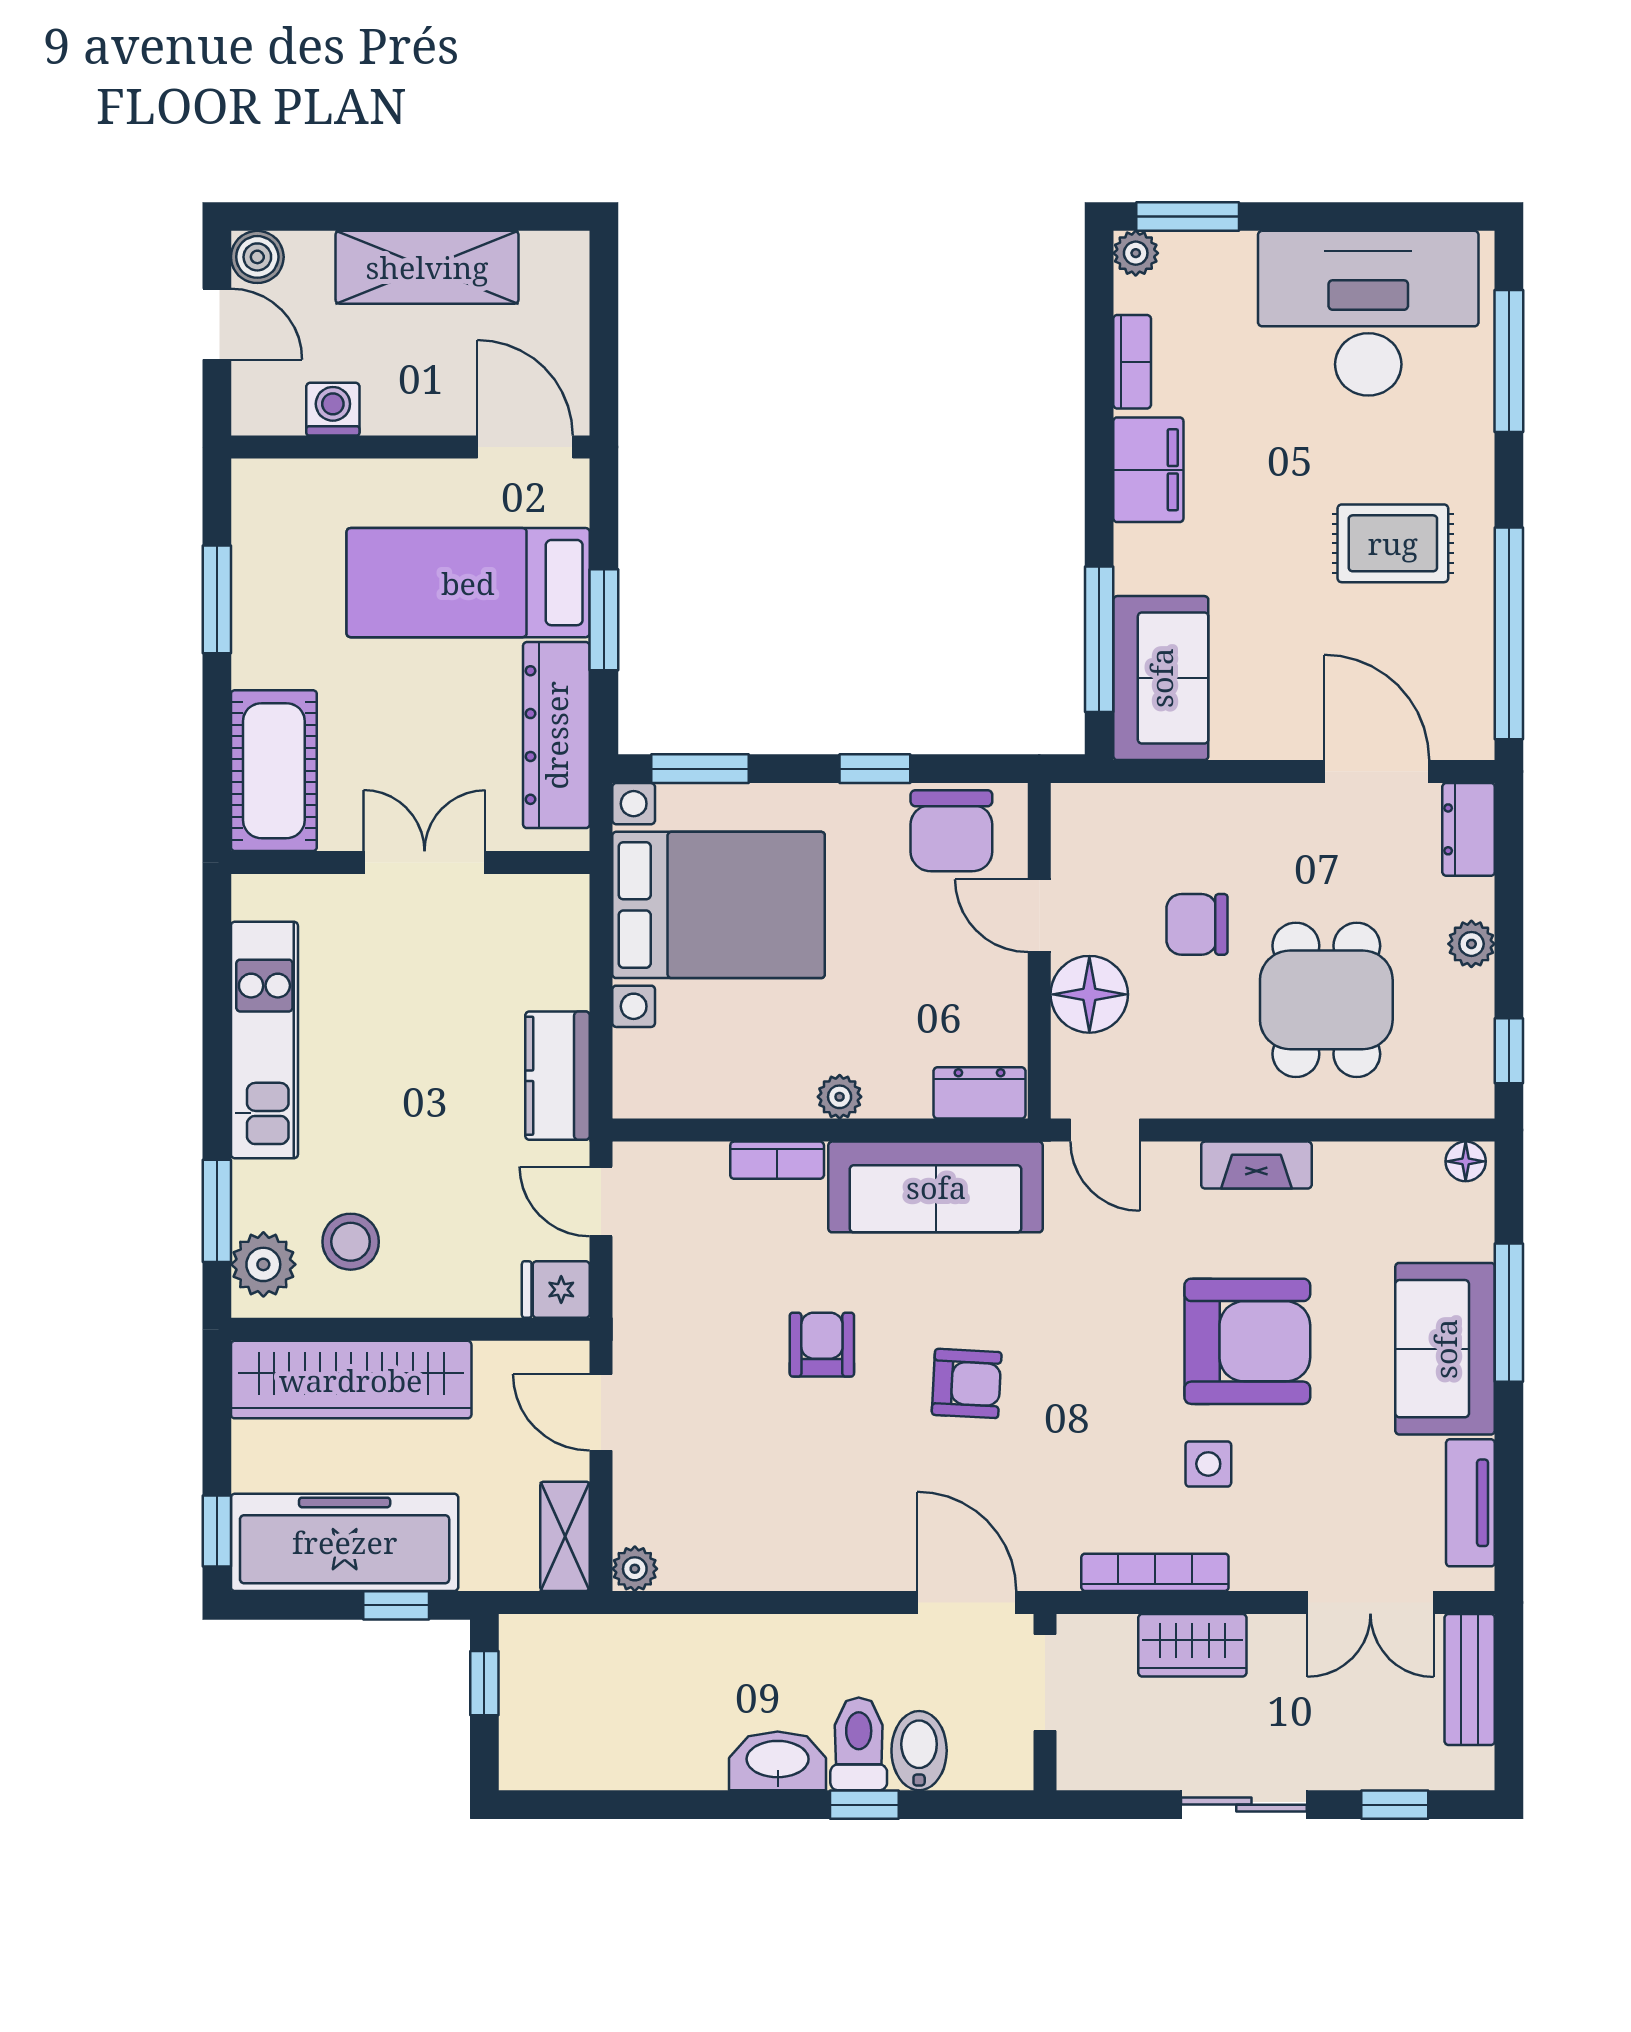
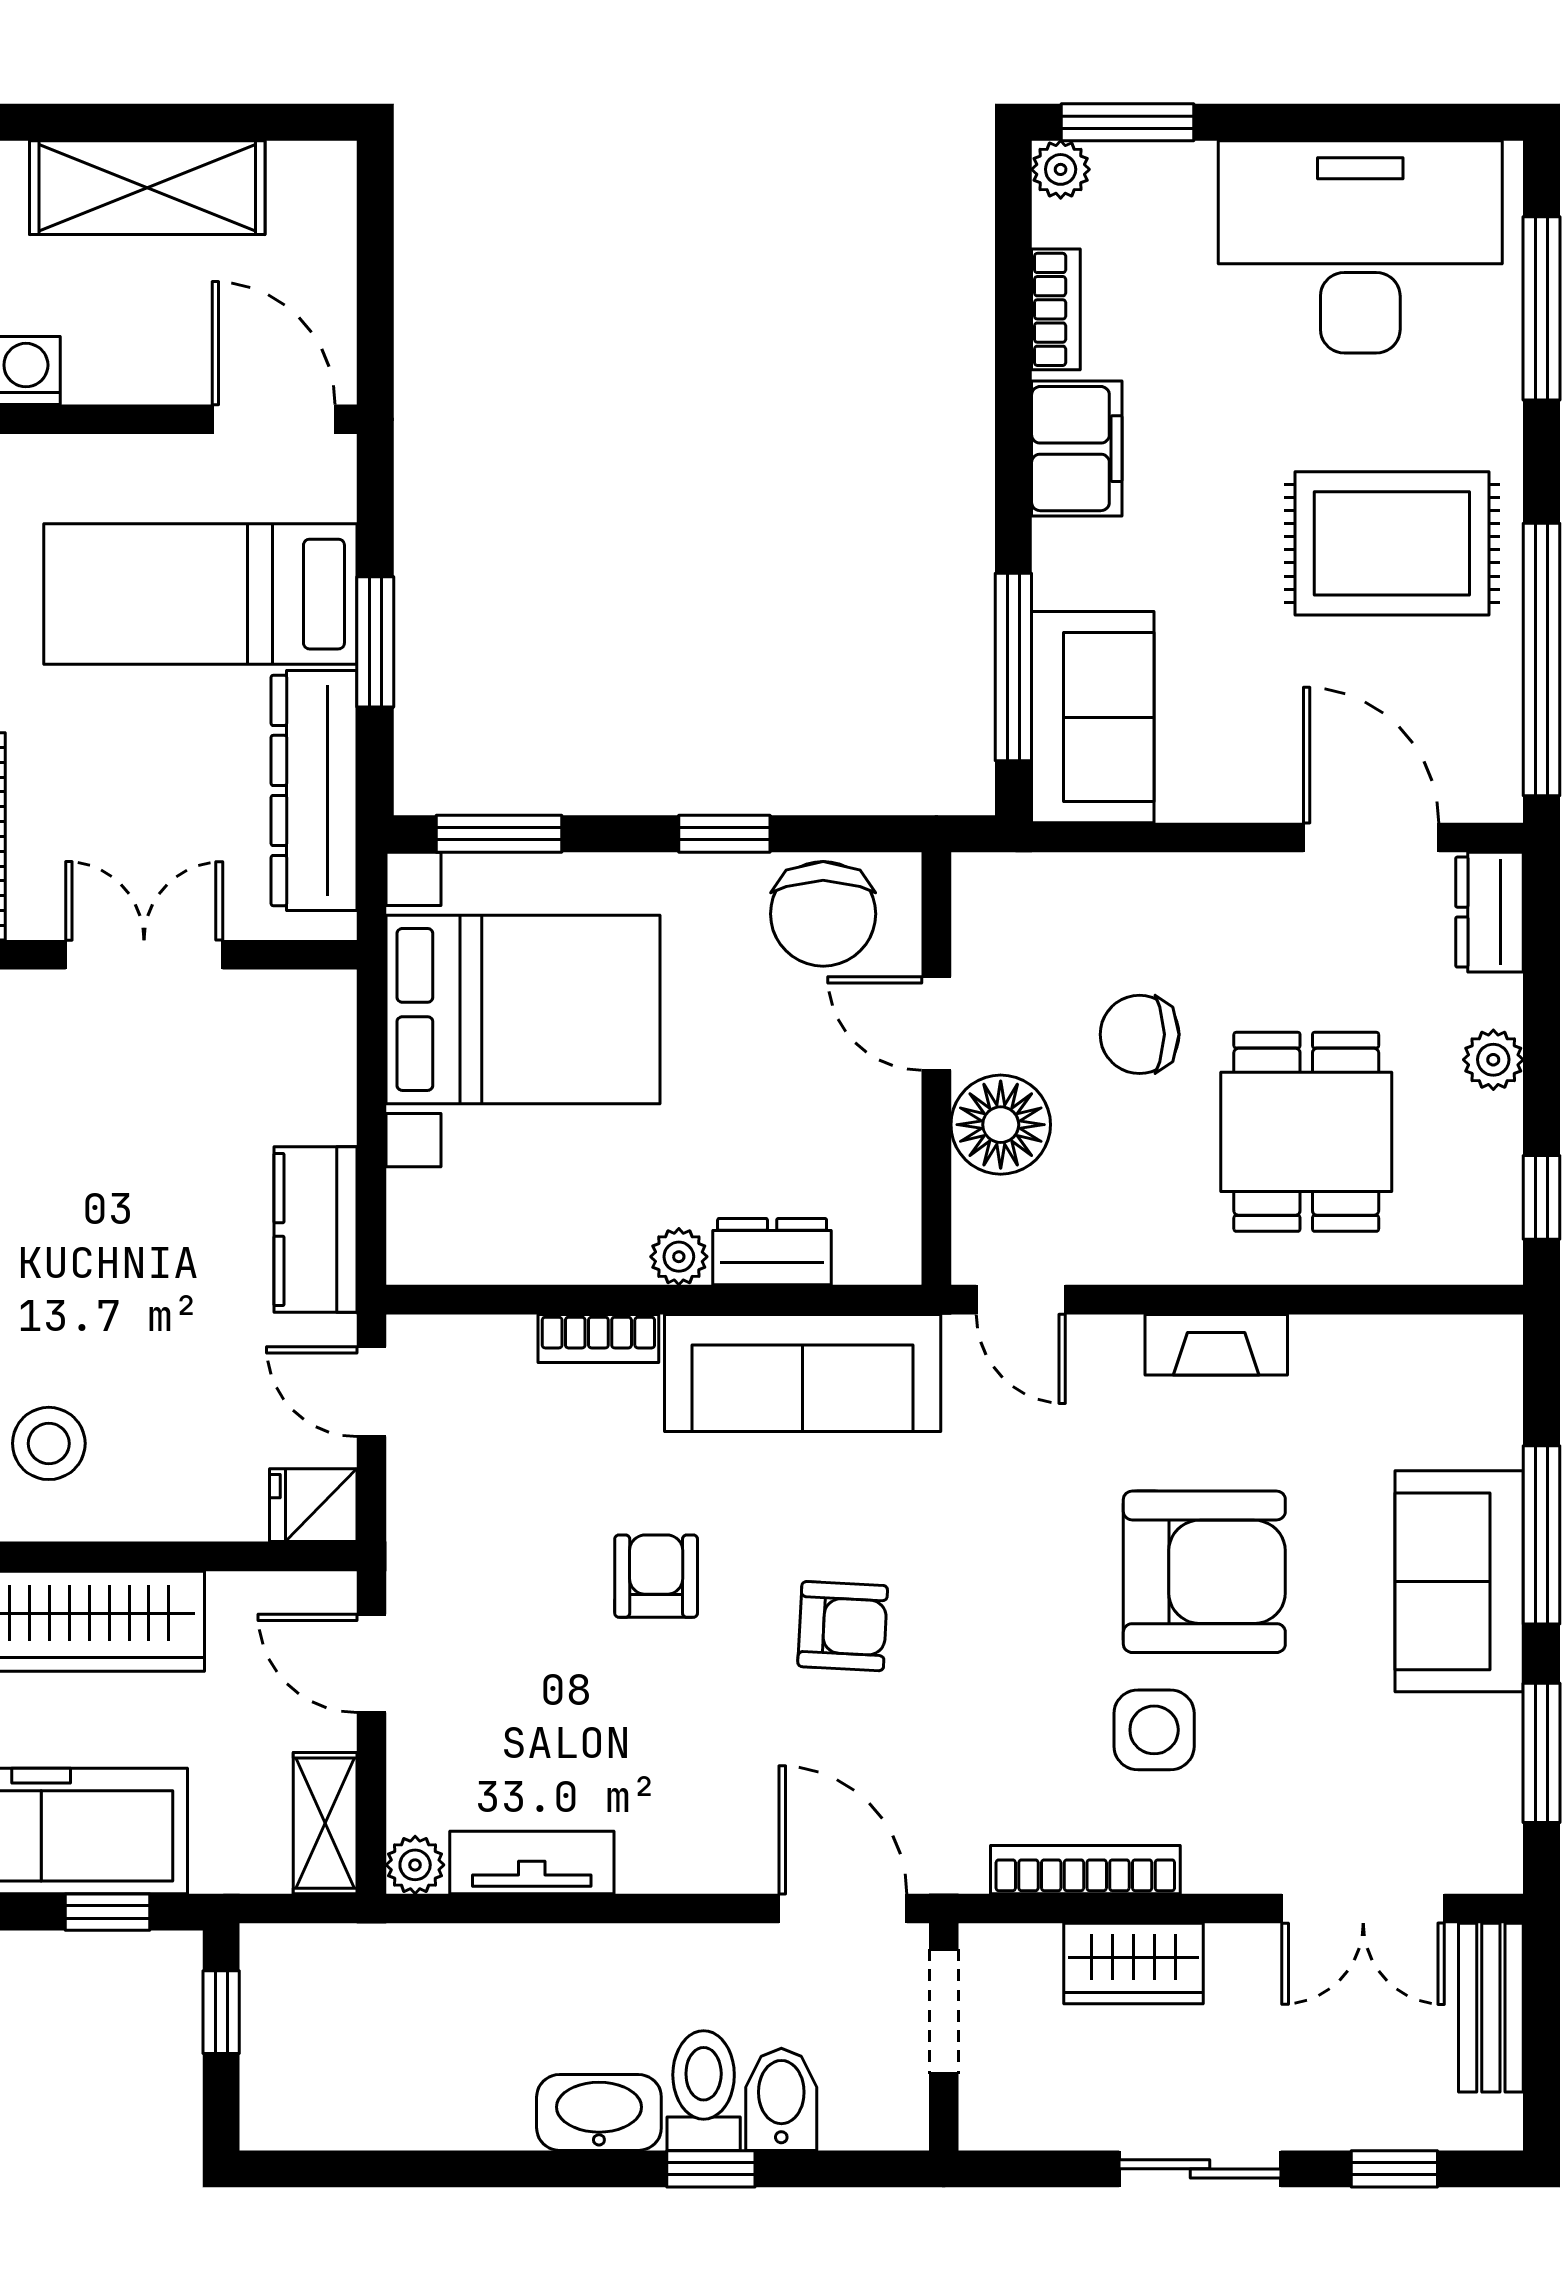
rug: (1393, 543) -> (1392, 543), width x1.36, depth x1.43
dresser: (980, 1093) -> (772, 1252), moved
floor lamp: (1466, 1161) -> (1486, 1340), removed
side table: (1208, 1464) -> (1154, 1730), width x1.37, depth x1.37
window: (1509, 1482) -> (1542, 1753), added
tv unit: (1470, 1503) -> (532, 1862), moved, turned 90

